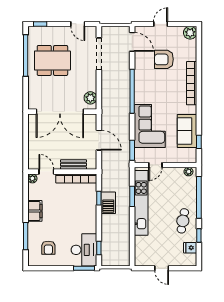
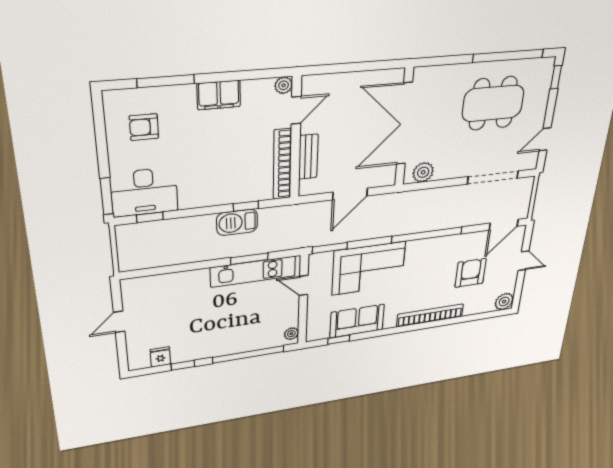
dining table: (52, 60) -> (493, 103), turned 90
kitchen unit: (141, 203) -> (253, 272), width x0.73
cafe table: (183, 221) -> (207, 339), removed

